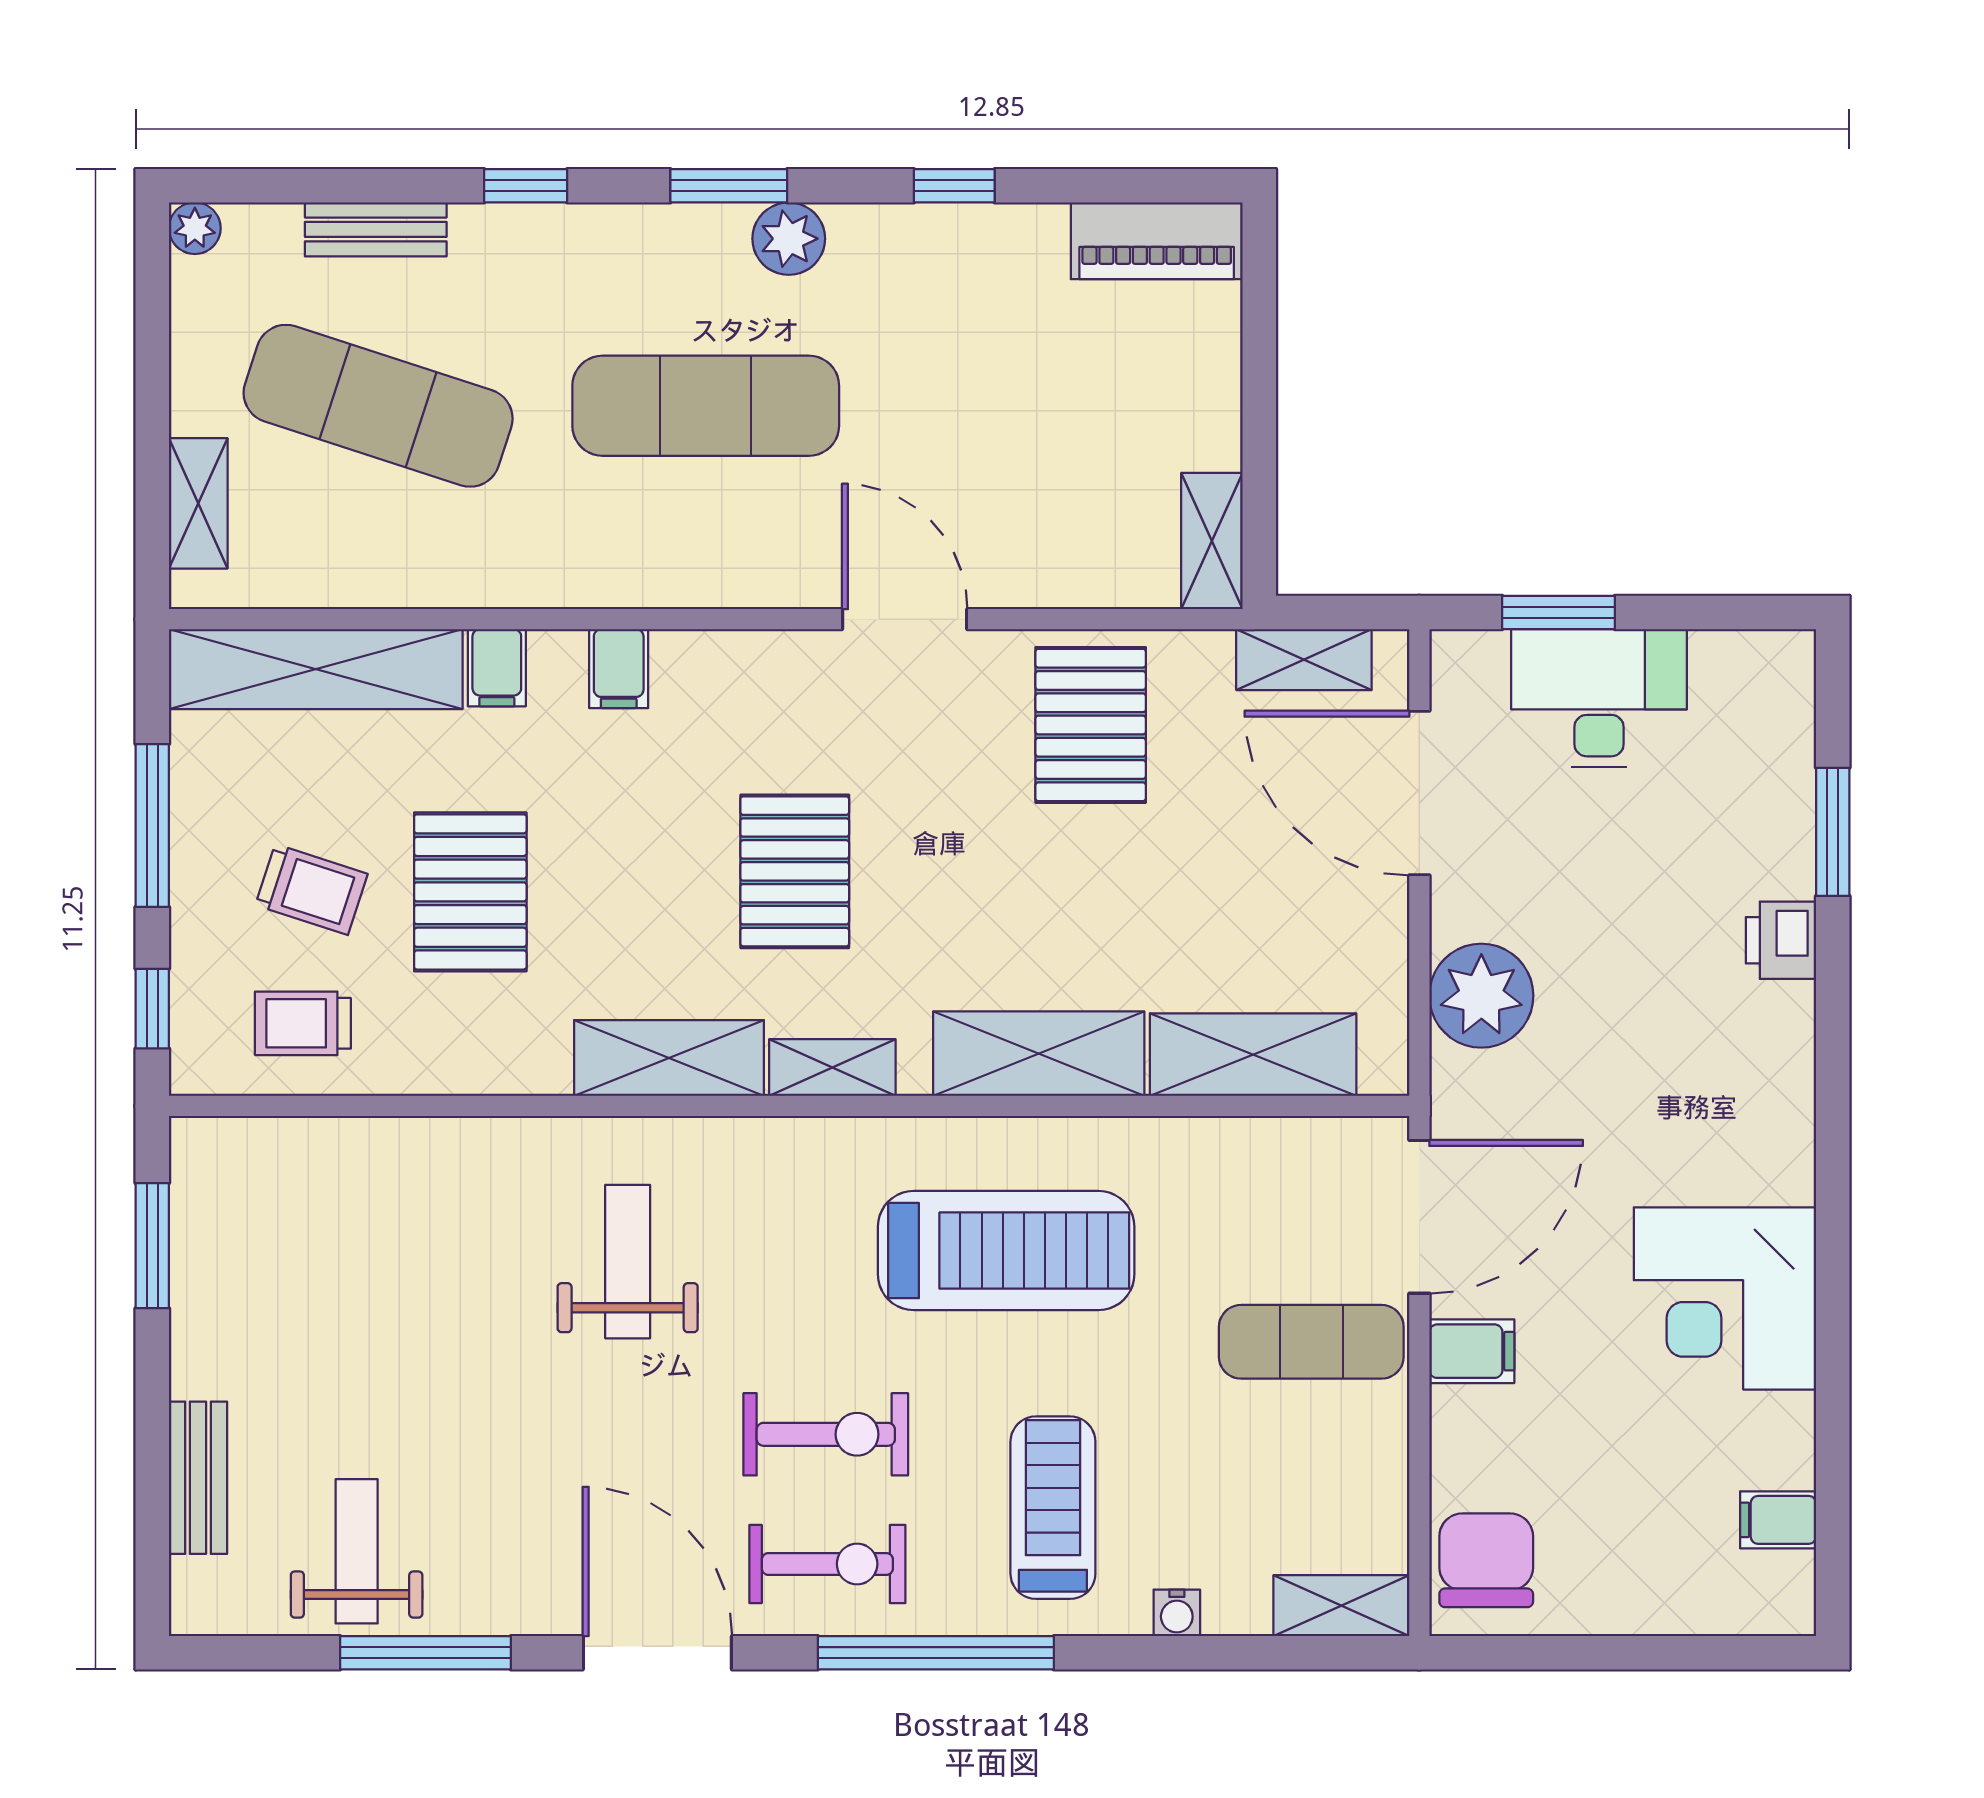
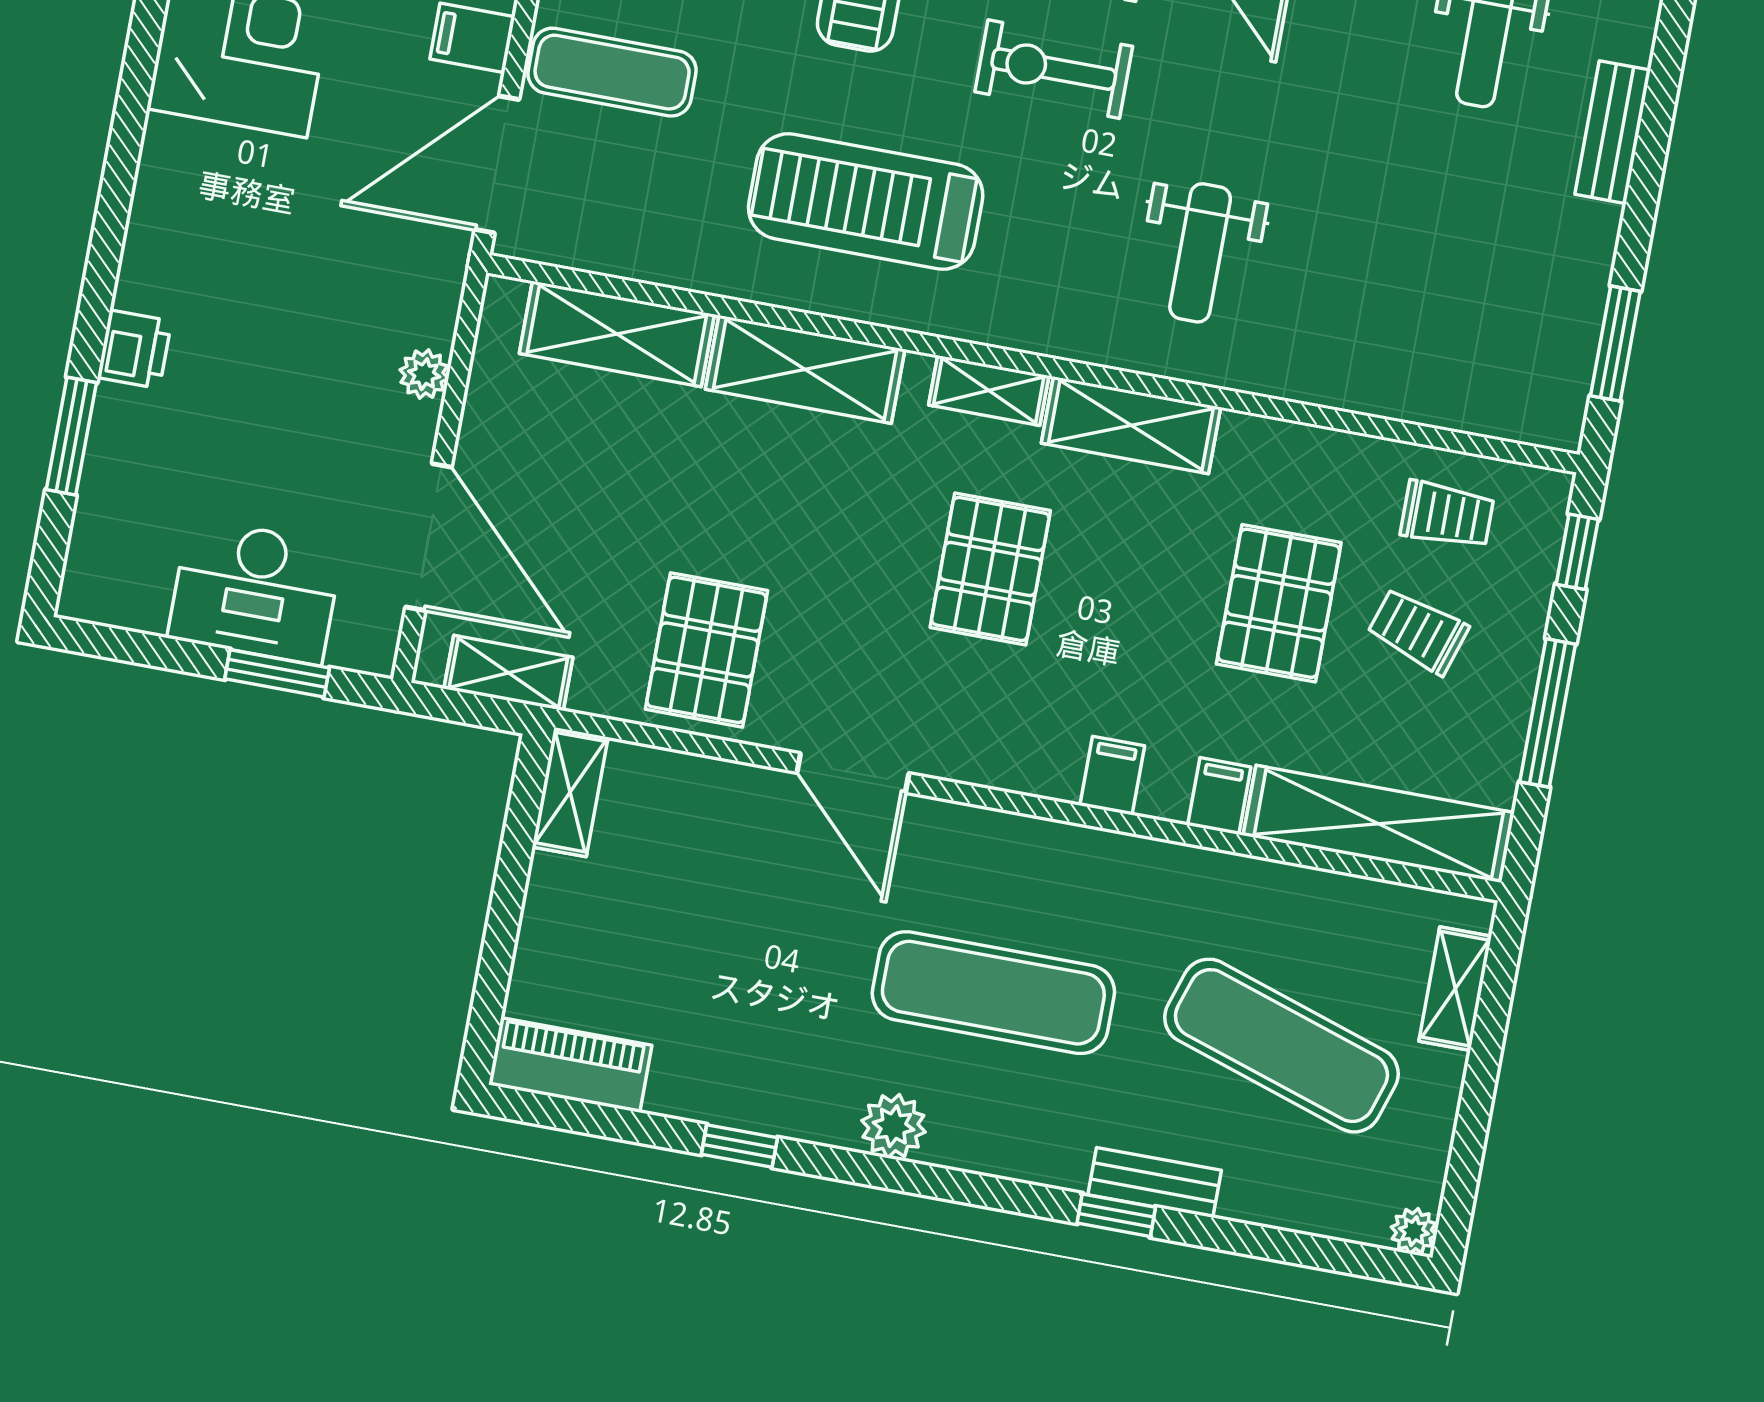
window: (729, 186) -> (938, 1182), removed
bench: (376, 229) -> (1155, 1182), moved
plant: (1481, 996) -> (424, 374), width x0.53, depth x0.53

